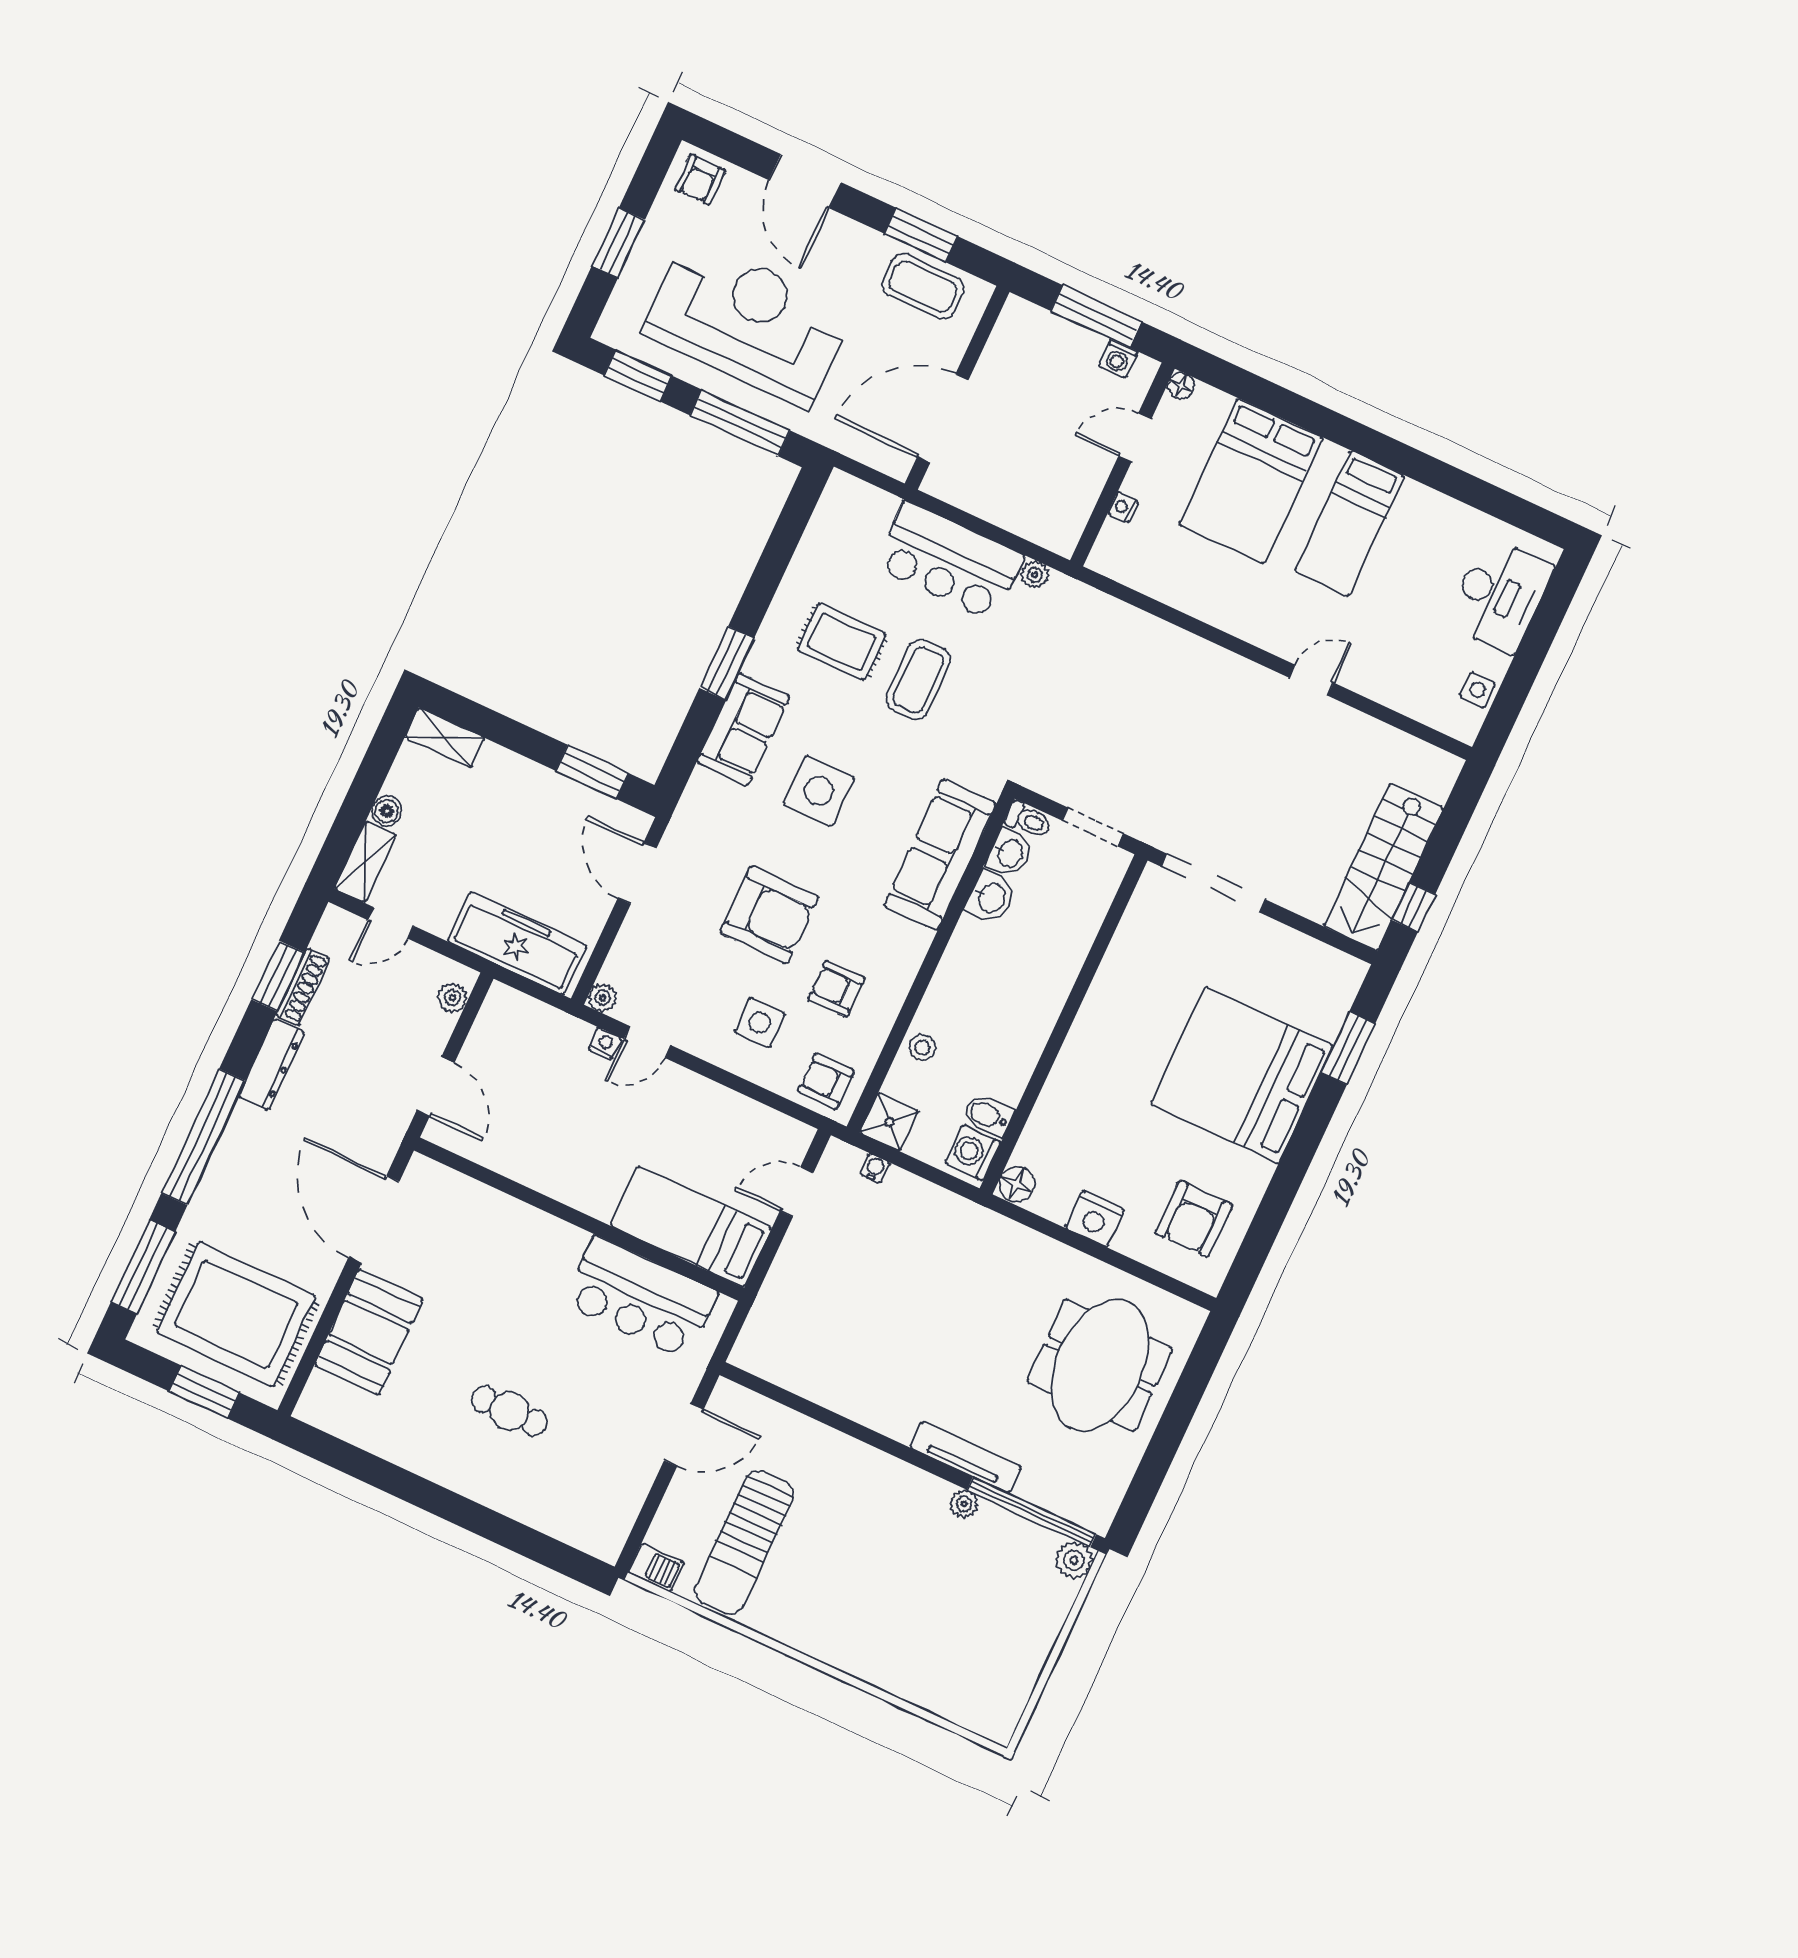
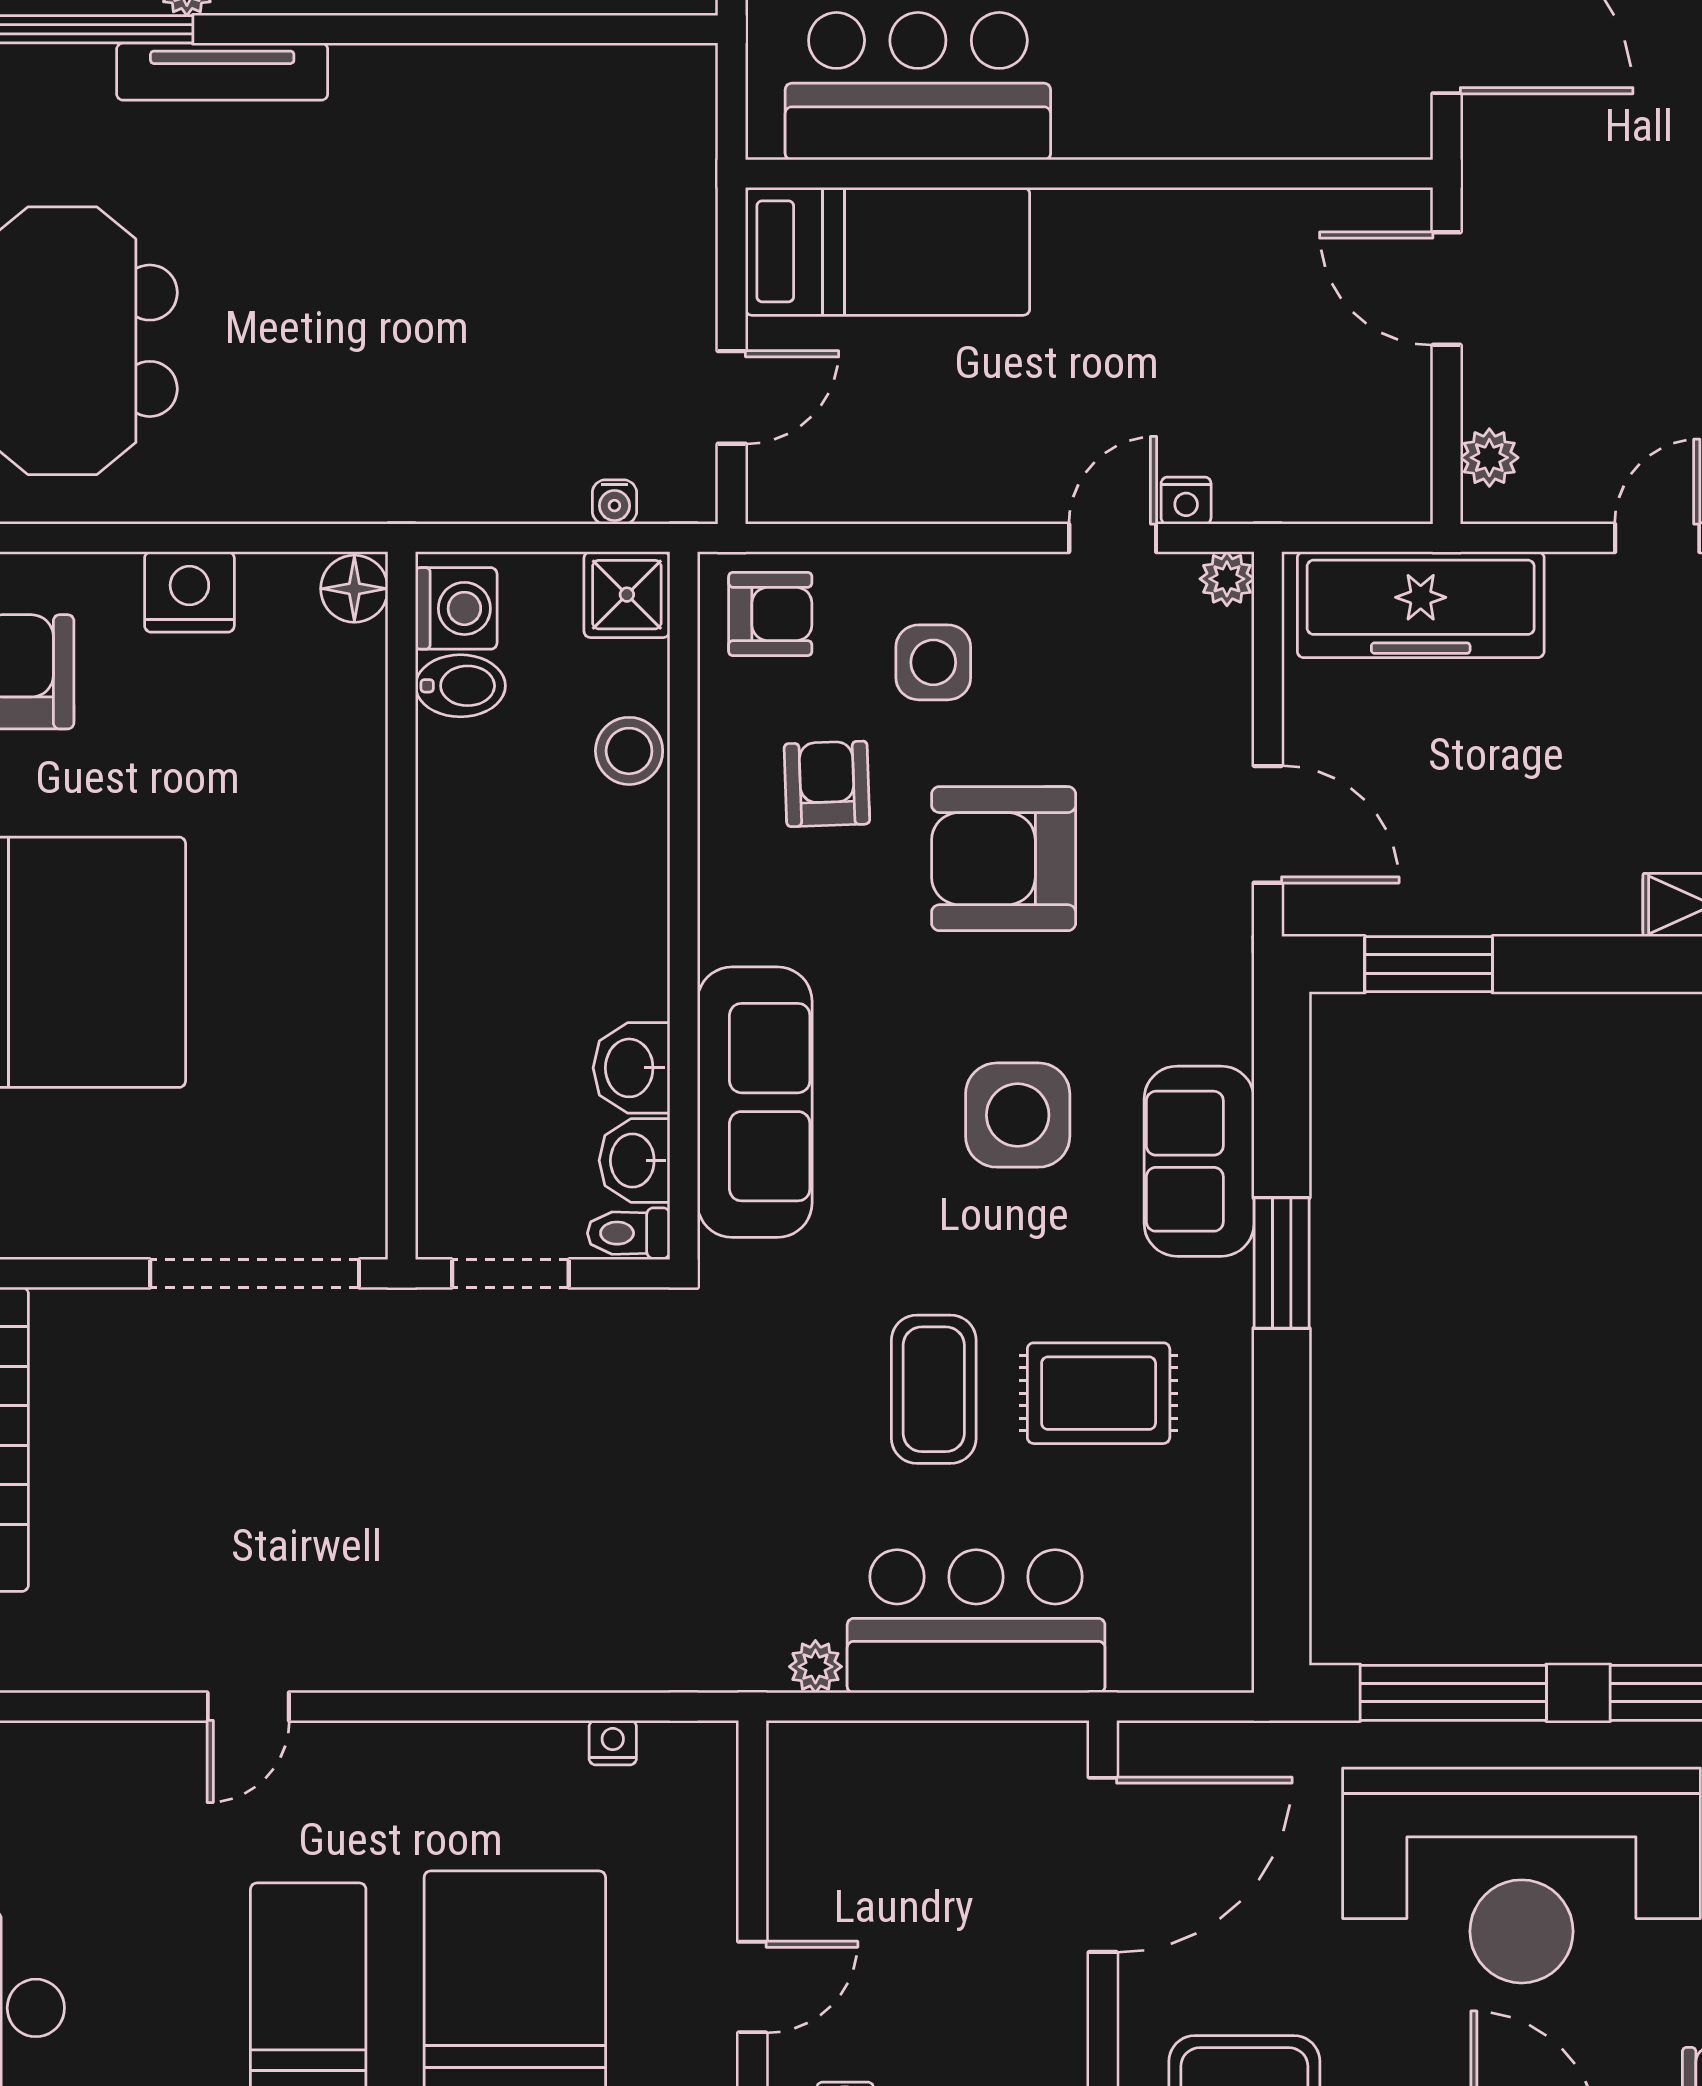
nightstand: (1123, 507) -> (613, 1743), moved, turned -90
armchair: (836, 989) -> (827, 784), turned -92
stool: (922, 1048) -> (629, 751), width x1.37, depth x1.37

